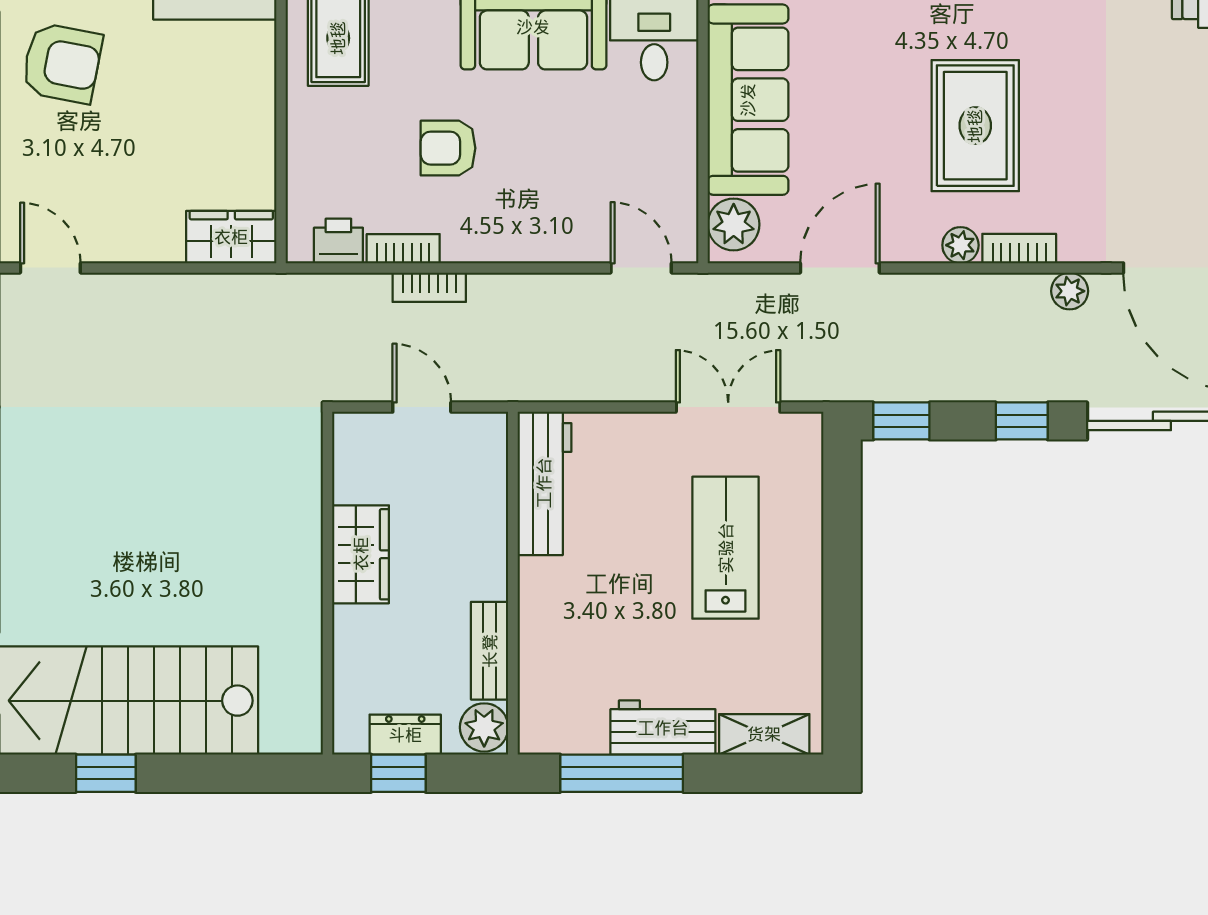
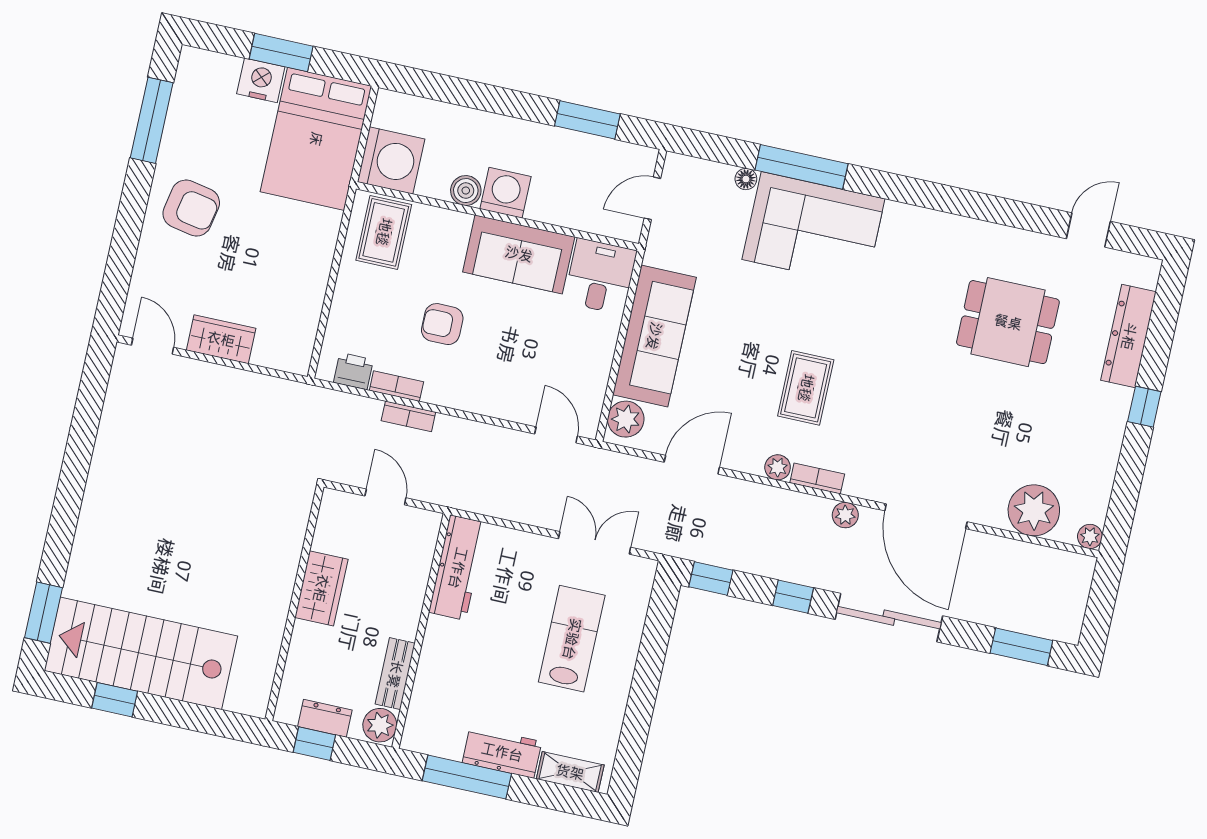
rug: (975, 126) -> (806, 388), width x0.73, depth x0.70
wardrobe: (231, 237) -> (221, 339), moved

